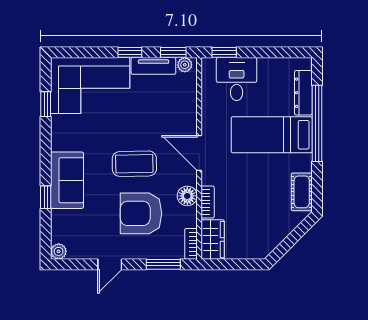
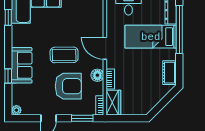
armchair: (141, 213) -> (68, 86), turned 180

